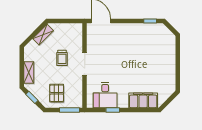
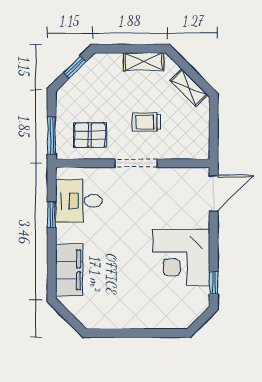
corner desk: (136, 39) -> (181, 258), added
shelving: (29, 73) -> (144, 62), moved
pallet: (57, 93) -> (90, 135), moved

